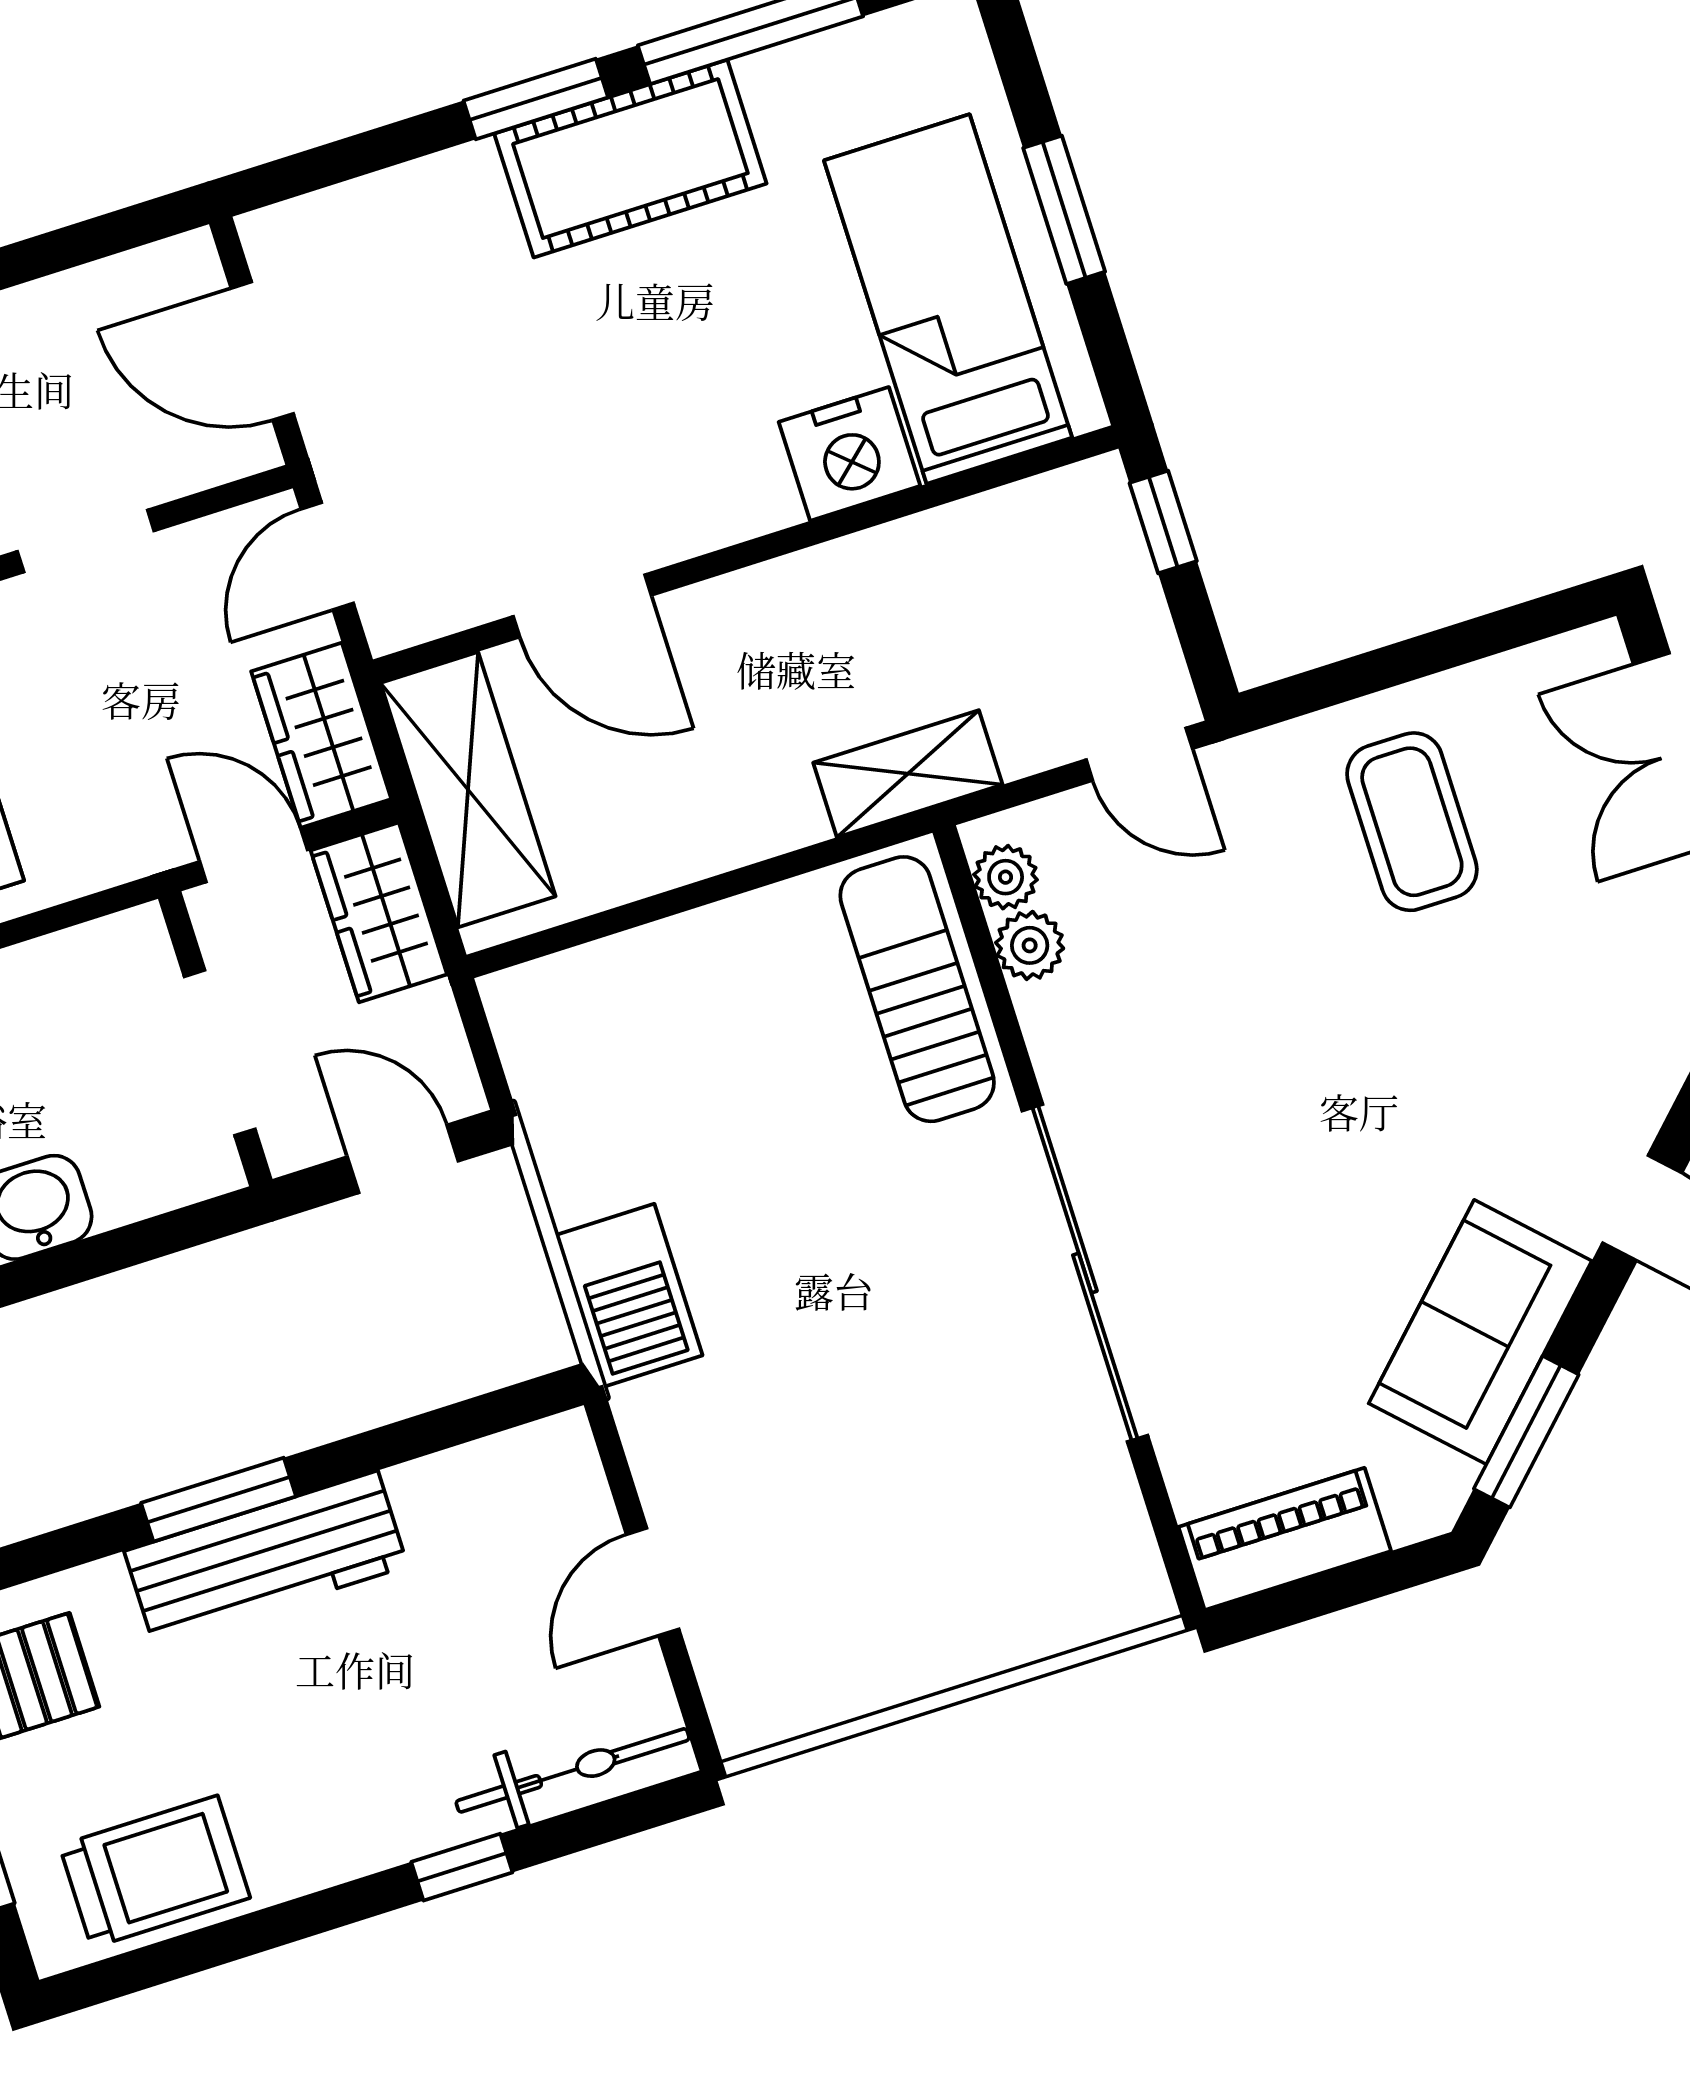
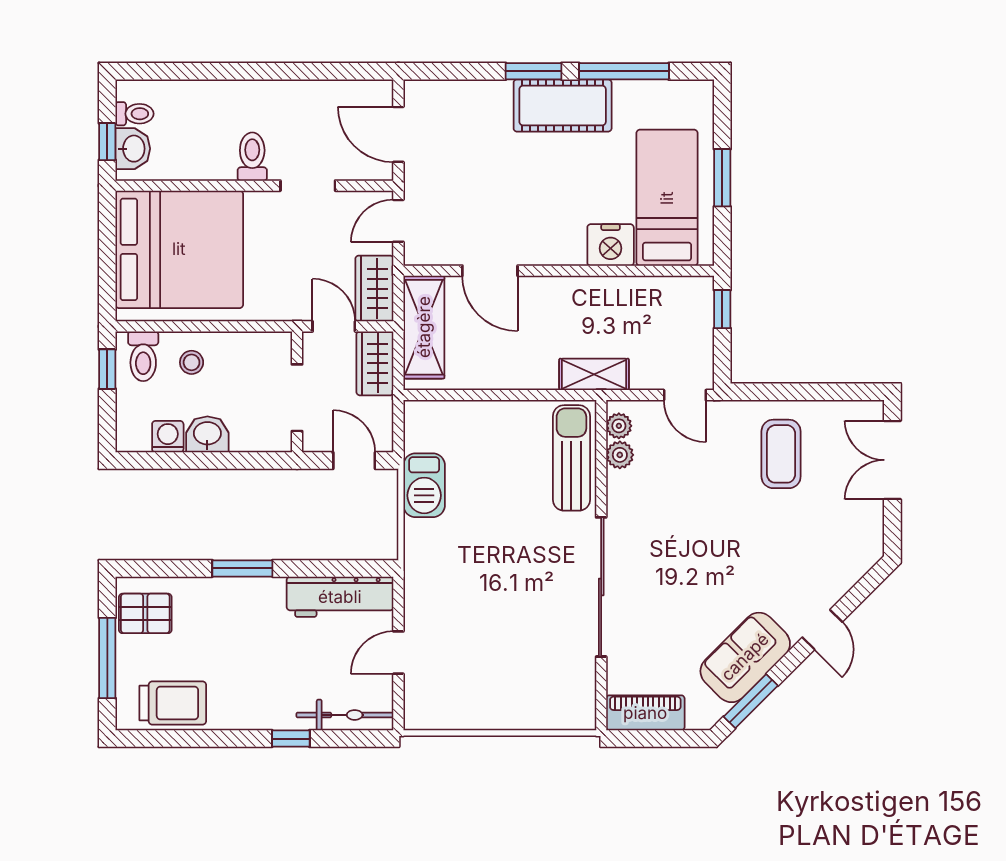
barbecue: (629, 1295) -> (424, 485), moved
workbench: (266, 1558) -> (340, 597), moved

